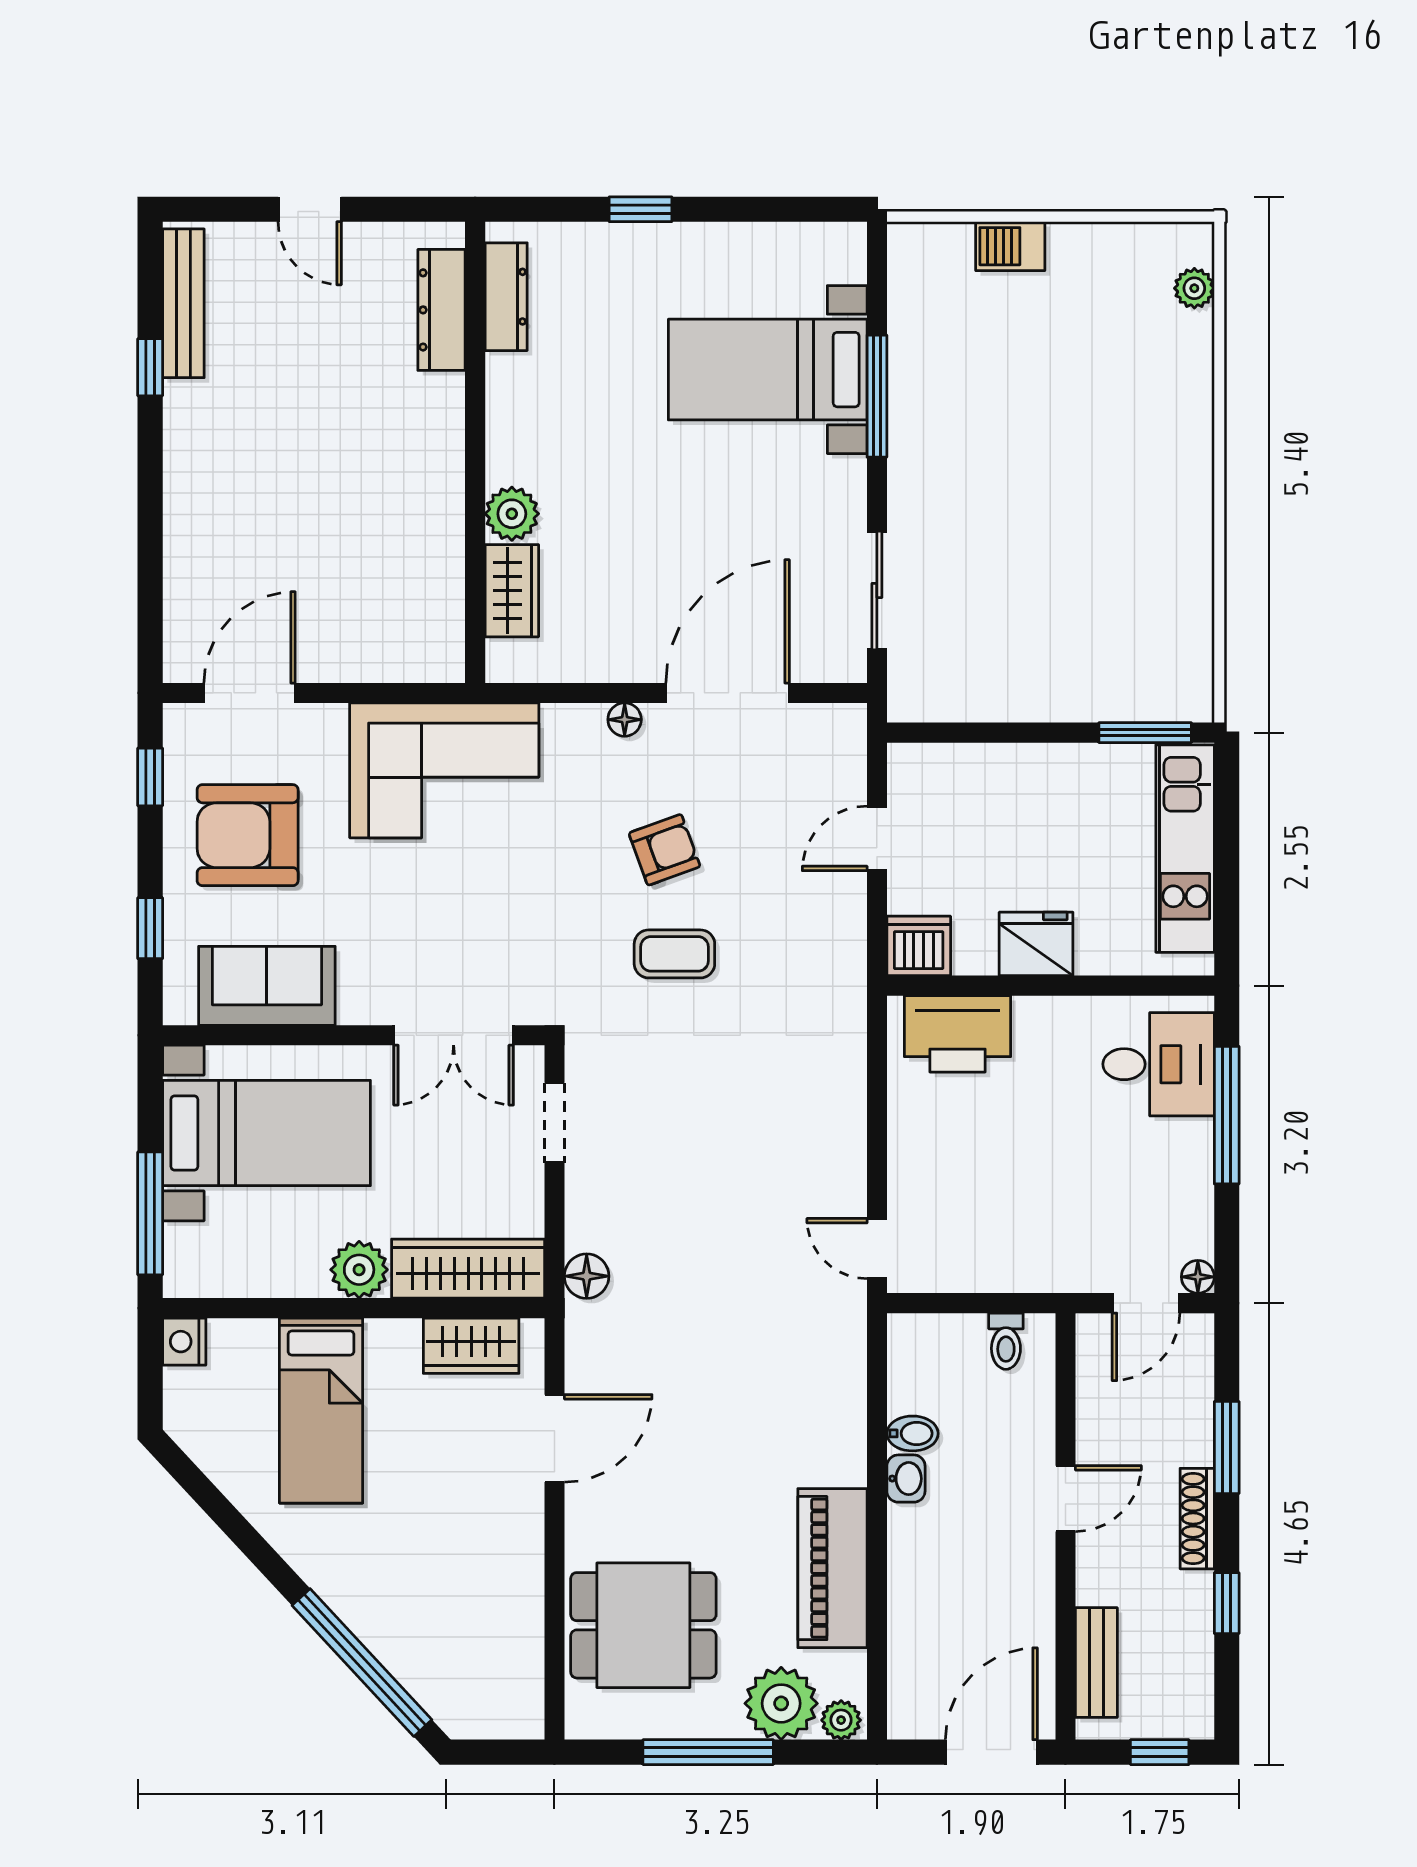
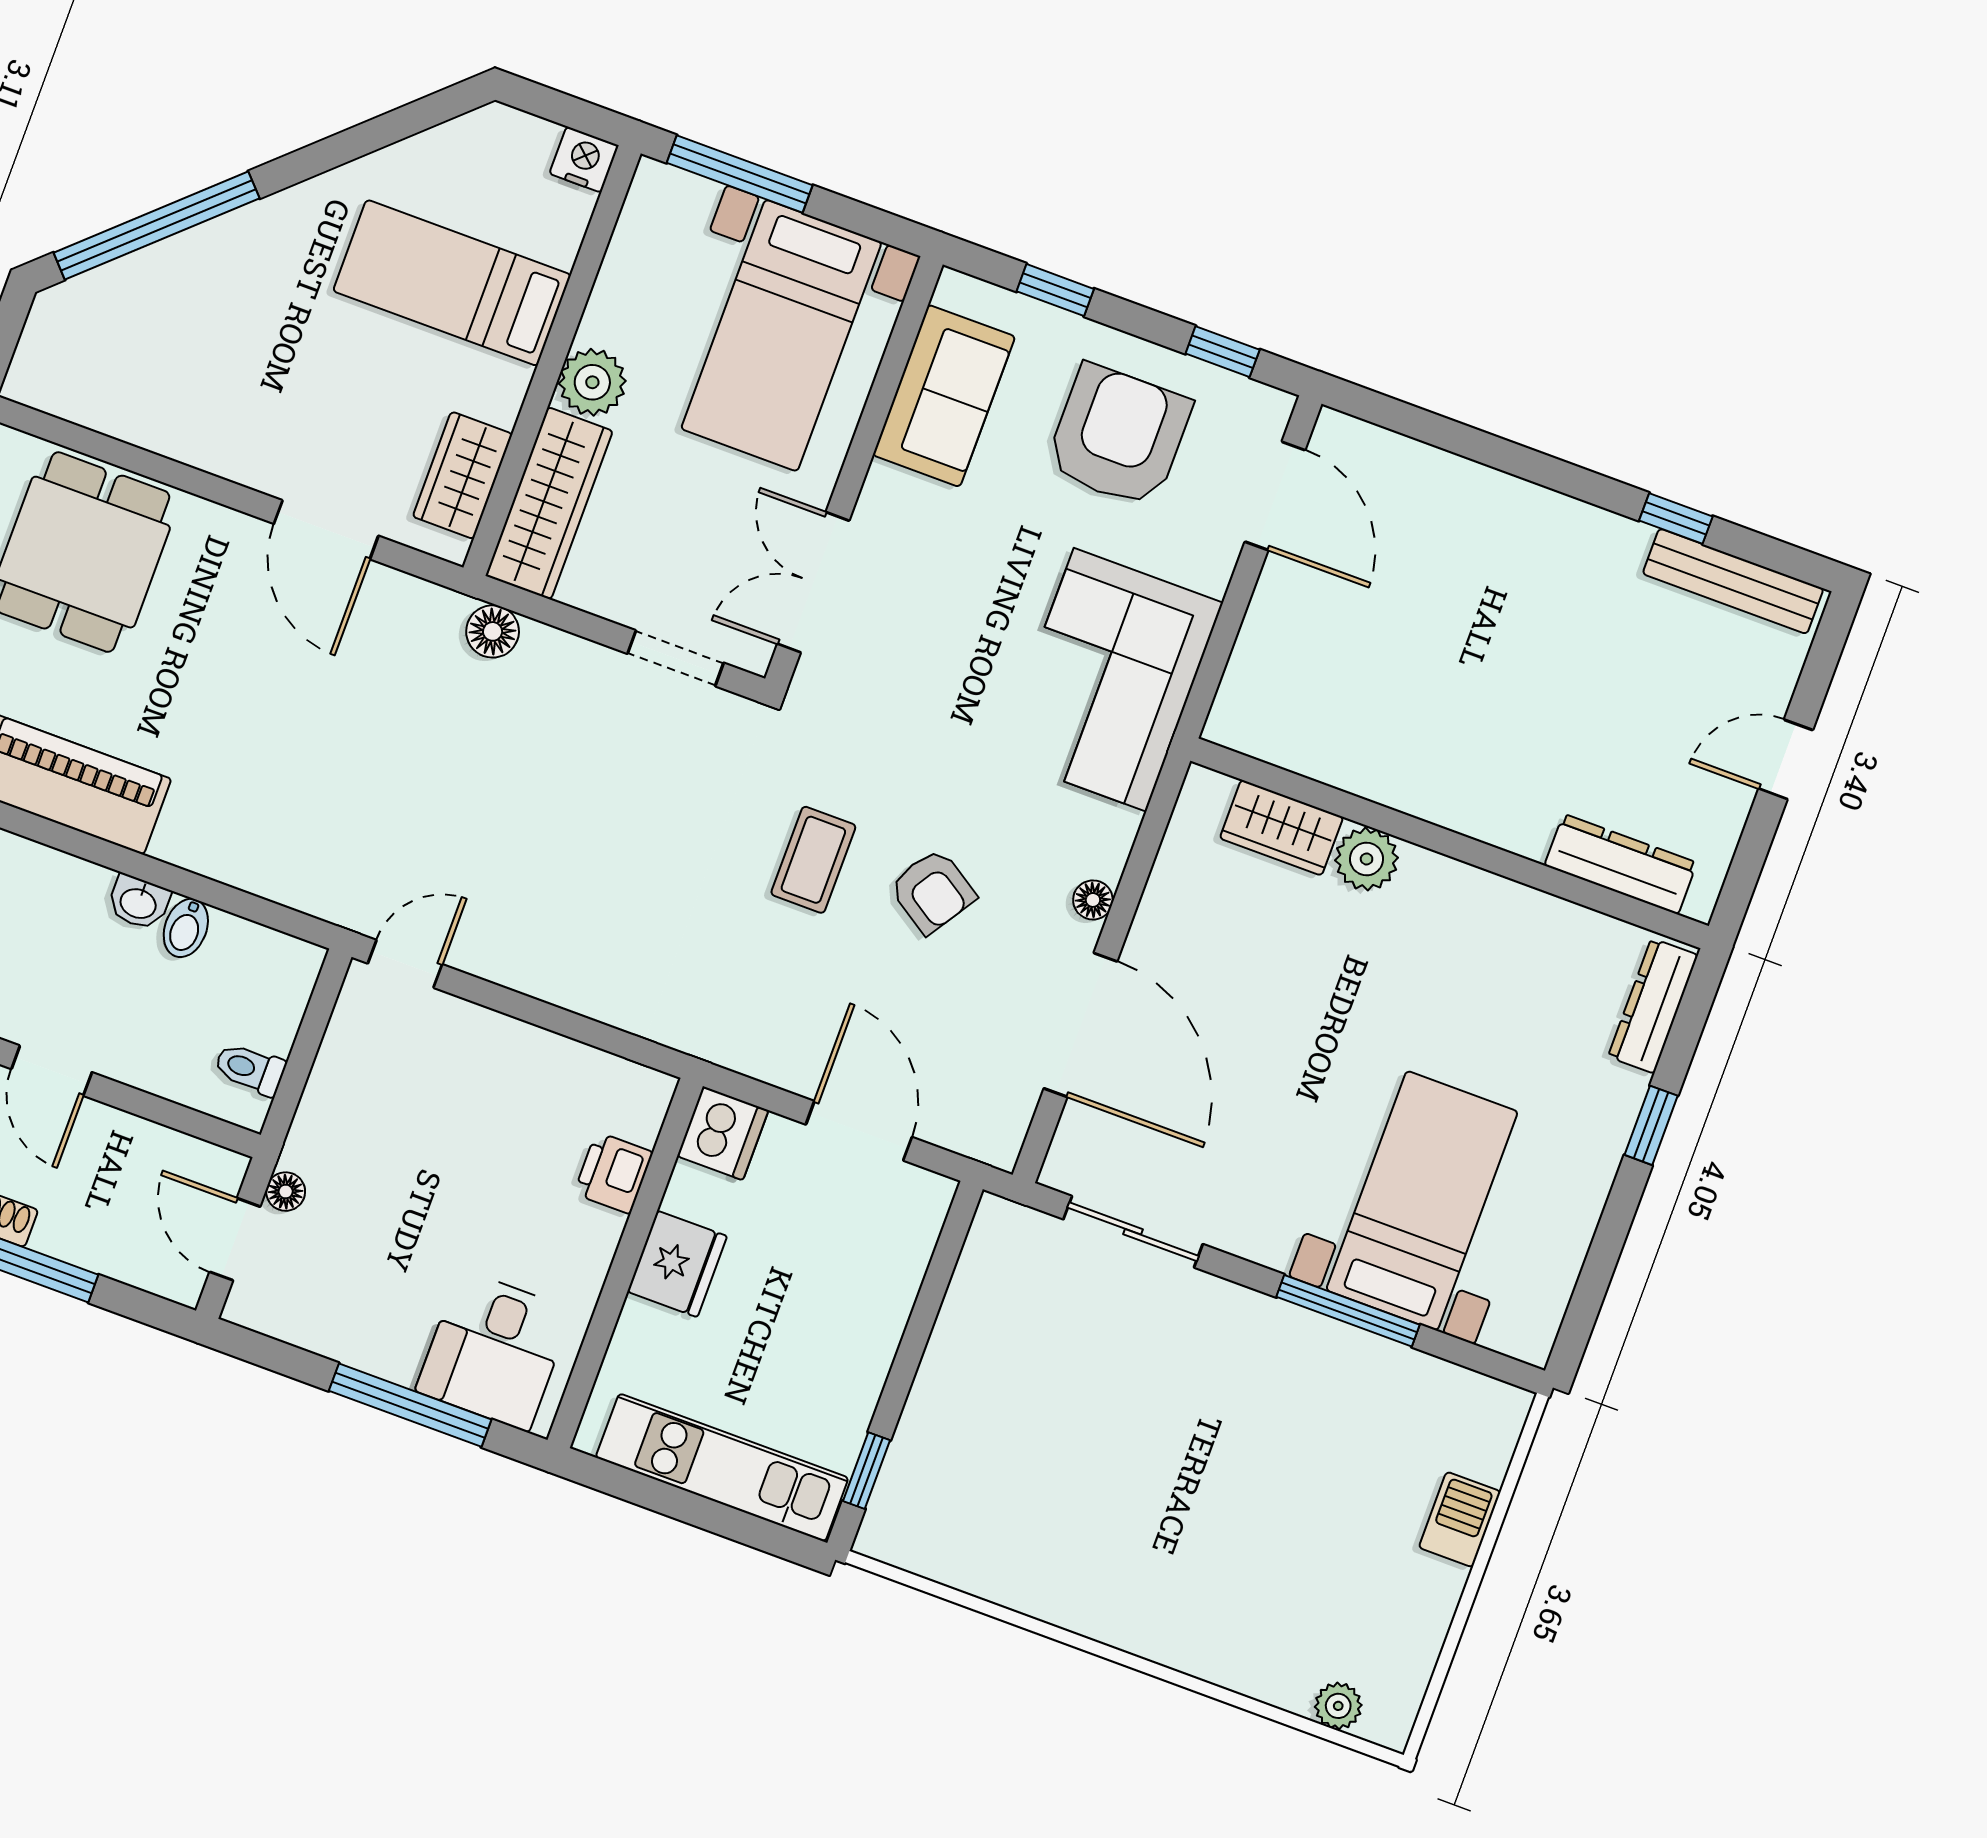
dresser: (506, 297) -> (1653, 1006), moved, turned 90
window: (1145, 733) -> (867, 1471), width x0.67
door: (877, 838) -> (859, 1131), width x1.38
armchair: (665, 850) -> (933, 891), turned -37
printer: (958, 1034) -> (613, 1173), width x0.53, depth x0.68
floor lamp: (1198, 1277) -> (286, 1192), moved

